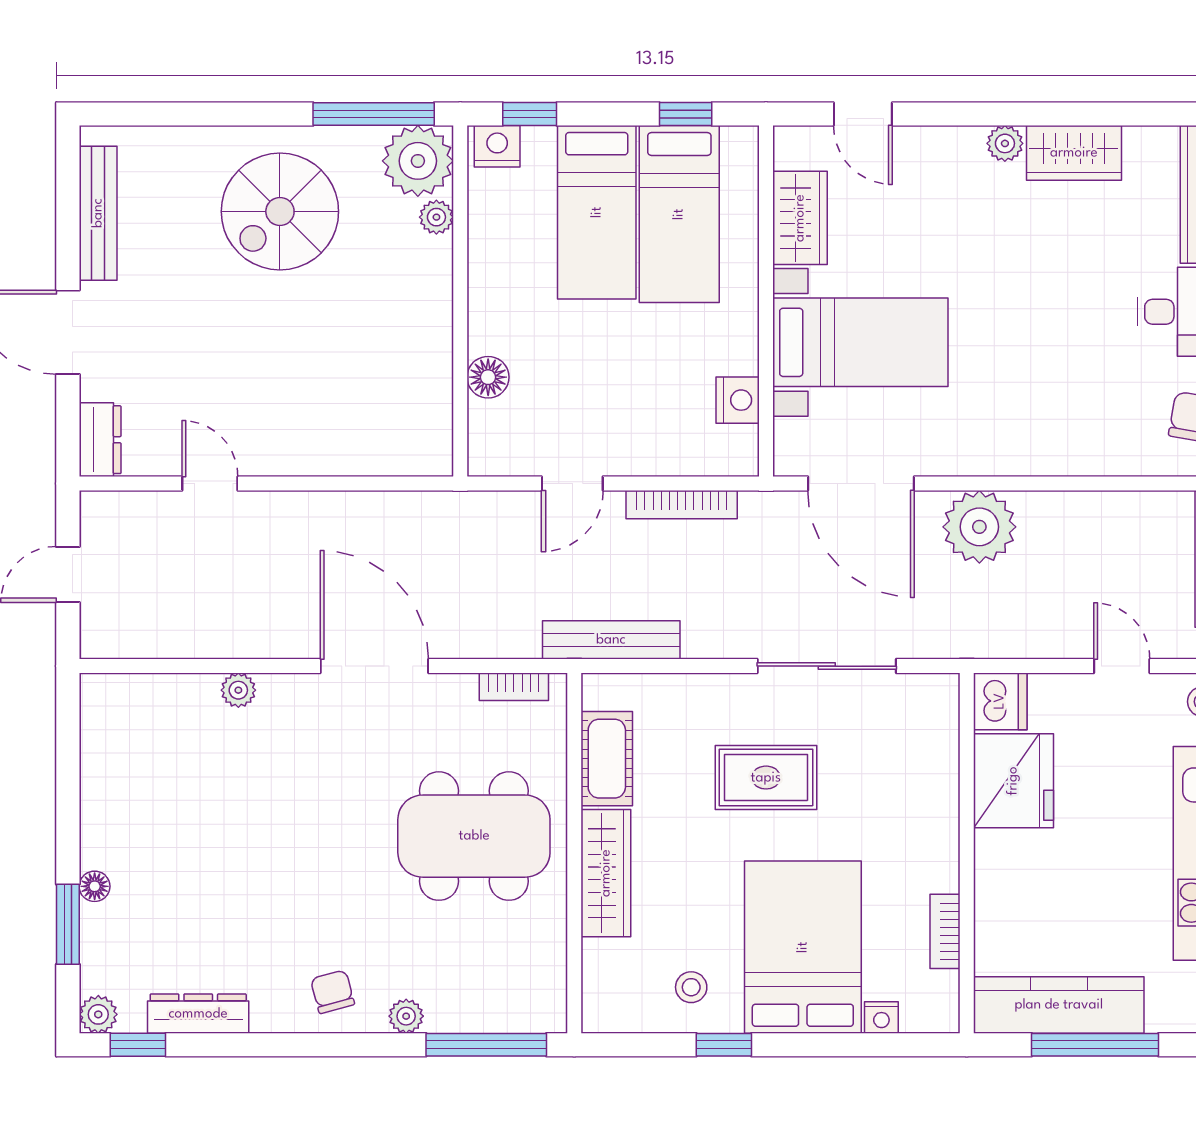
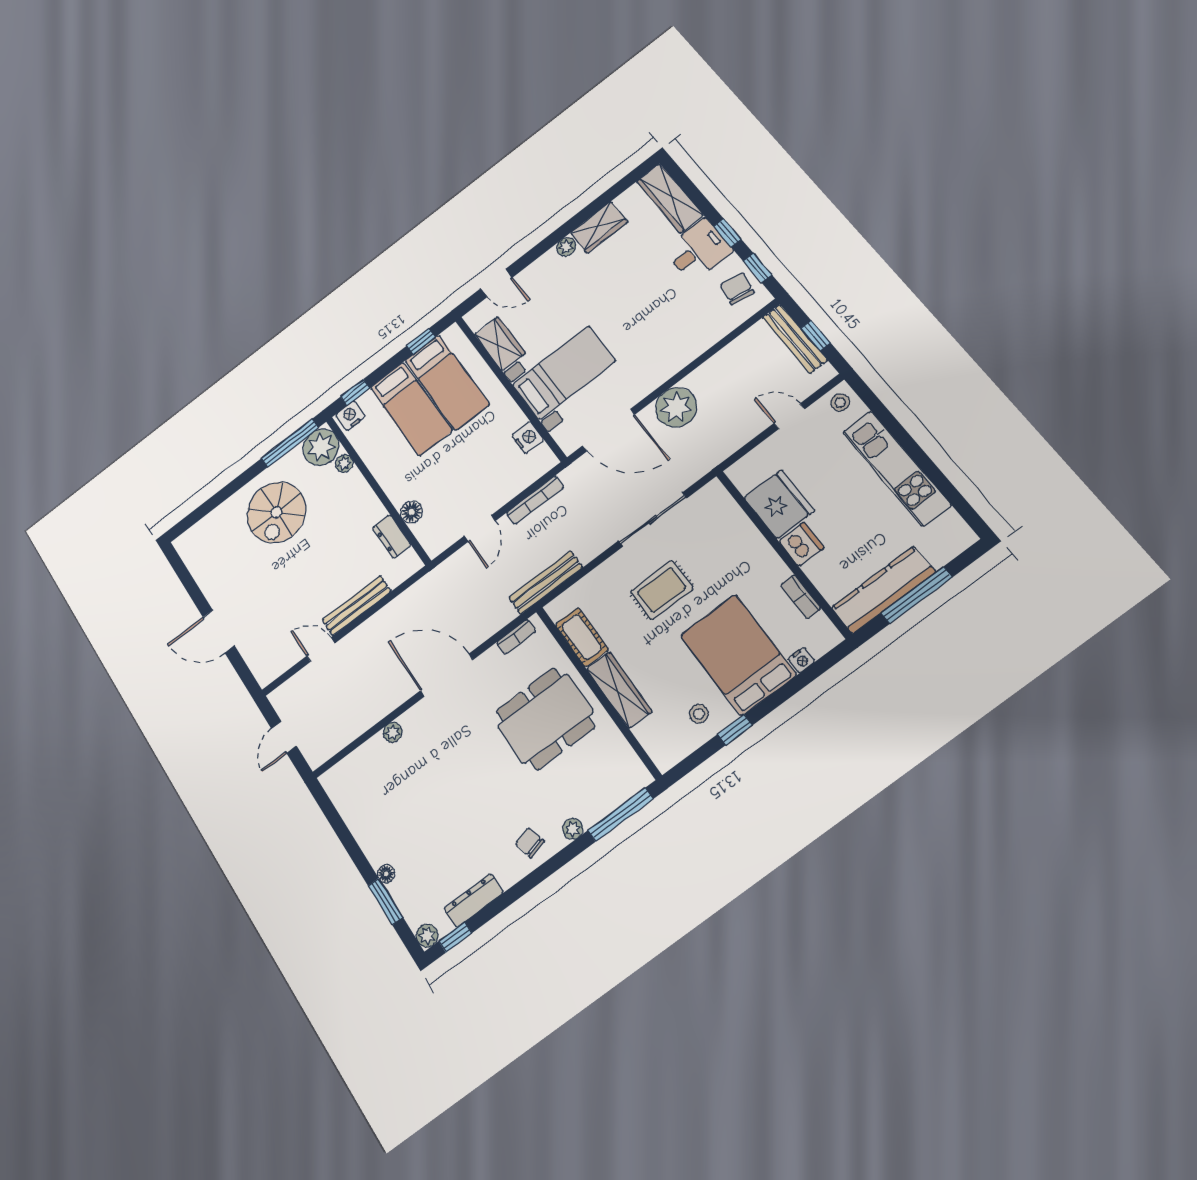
bench: (98, 213) -> (357, 606), moved, turned 90
dresser: (100, 440) -> (392, 537), moved, turned 180
dishwasher: (1000, 701) -> (801, 544), moved

